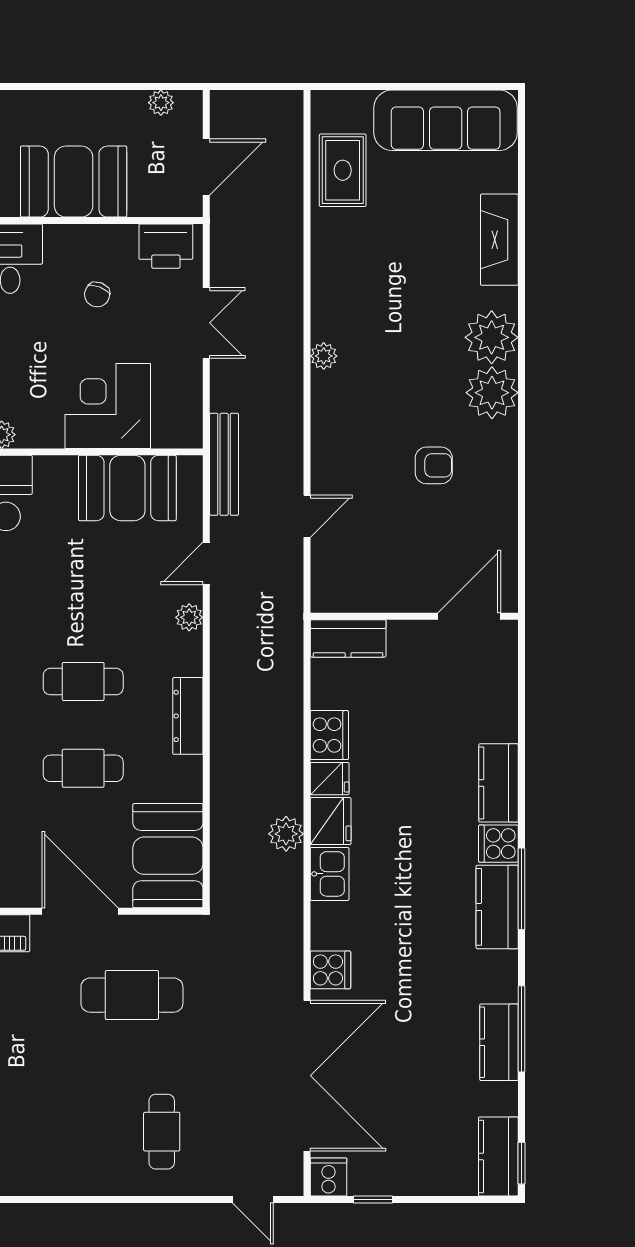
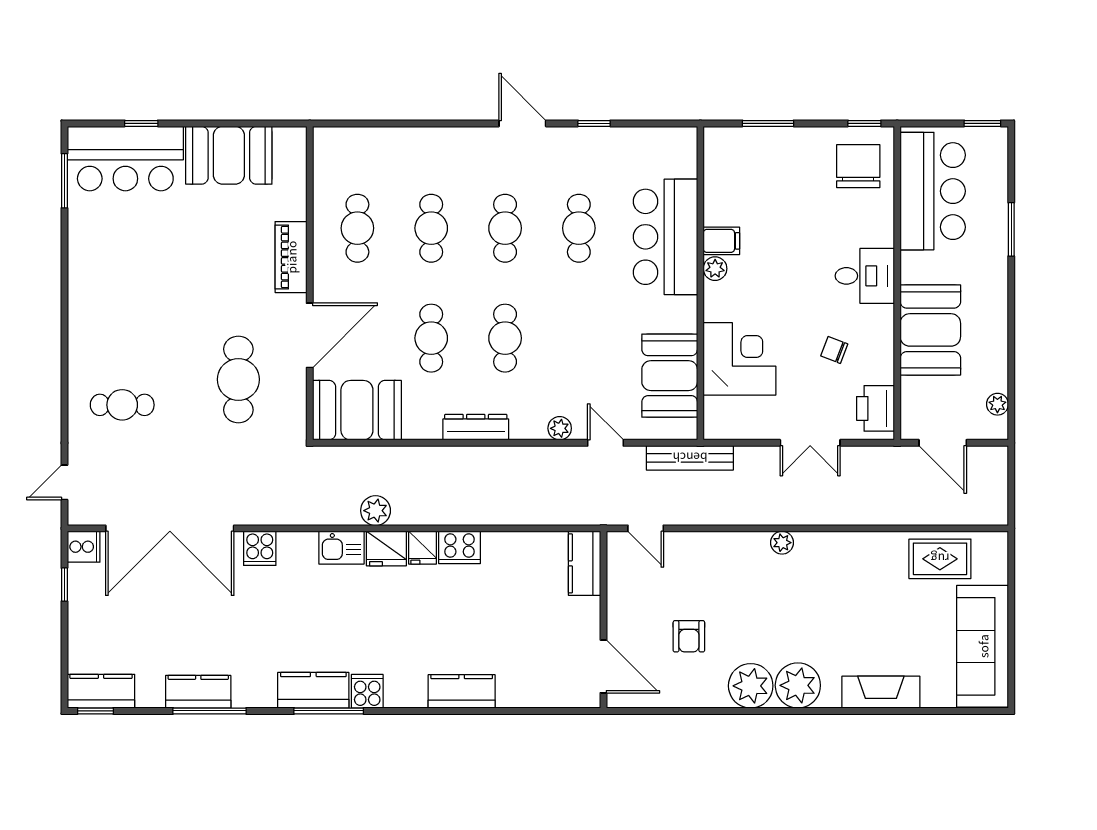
wall: (414, 616) -> (603, 620), moved
door: (469, 616) -> (603, 666), moved
kitchen counter: (348, 638) -> (585, 563), moved
kitchen counter: (499, 783) -> (462, 691), moved

